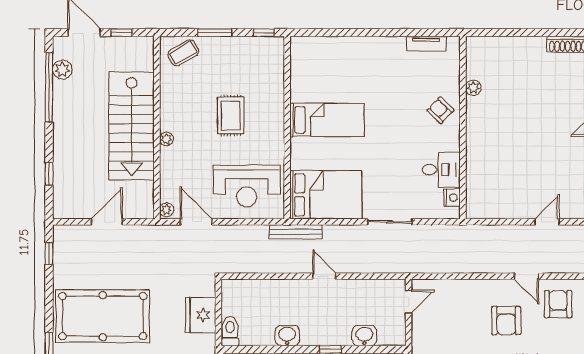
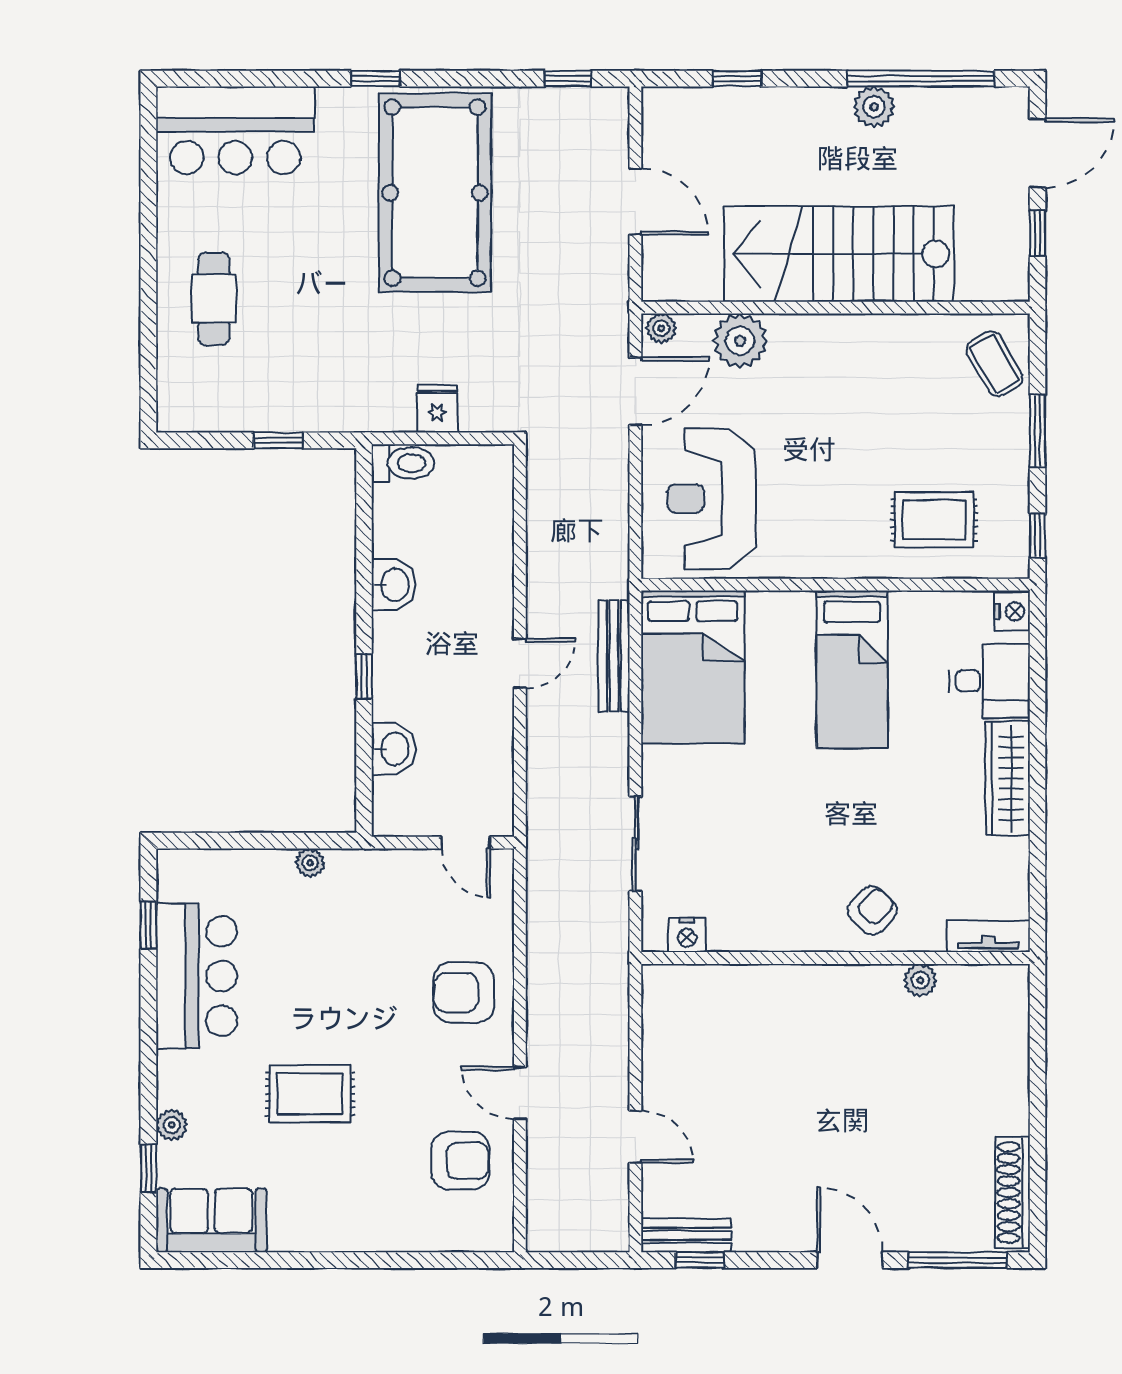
tv unit: (426, 44) -> (988, 936), moved, turned 90
nightstand: (300, 45) -> (1012, 611), added
wardrobe: (378, 47) -> (1008, 778), added
plant: (62, 70) -> (874, 107), moved
rug: (231, 115) -> (934, 520), moved
plant: (166, 139) -> (740, 341), moved, width x1.88, depth x1.88
desk: (441, 170) -> (990, 681), moved, turned -90
sliding door: (390, 222) -> (635, 844), moved
bench: (296, 232) -> (614, 656), moved
door: (526, 276) -> (520, 1093), hinge flipped
fridge: (201, 315) -> (437, 409), width x0.53, depth x0.75
armchair: (506, 321) -> (464, 993), moved

